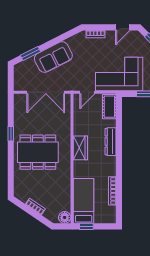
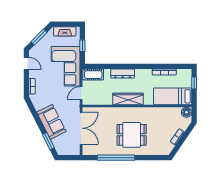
door: (87, 92) -> (81, 93), swing flipped
window: (11, 134) -> (116, 158), width x3.17
wardrobe: (80, 148) -> (128, 99), width x1.50
dining table: (38, 152) -> (132, 135), width x0.73
window: (86, 226) -> (194, 83), moved

